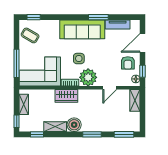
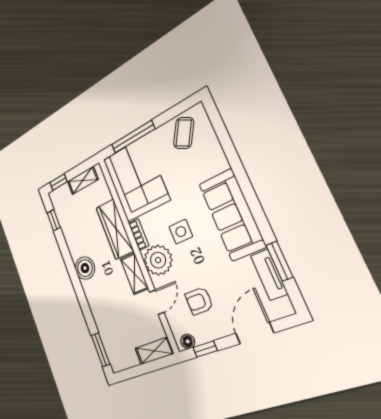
window: (34, 17) -> (217, 121), removed
window: (98, 17) -> (279, 261), moved
door: (142, 43) -> (255, 333), hinge flipped
armchair: (128, 63) -> (199, 301), moved
door: (110, 88) -> (157, 302), swing flipped
wardrobe: (66, 96) -> (115, 229), width x1.50
shelving: (55, 127) -> (134, 274), moved
window: (92, 134) -> (83, 300), removed

